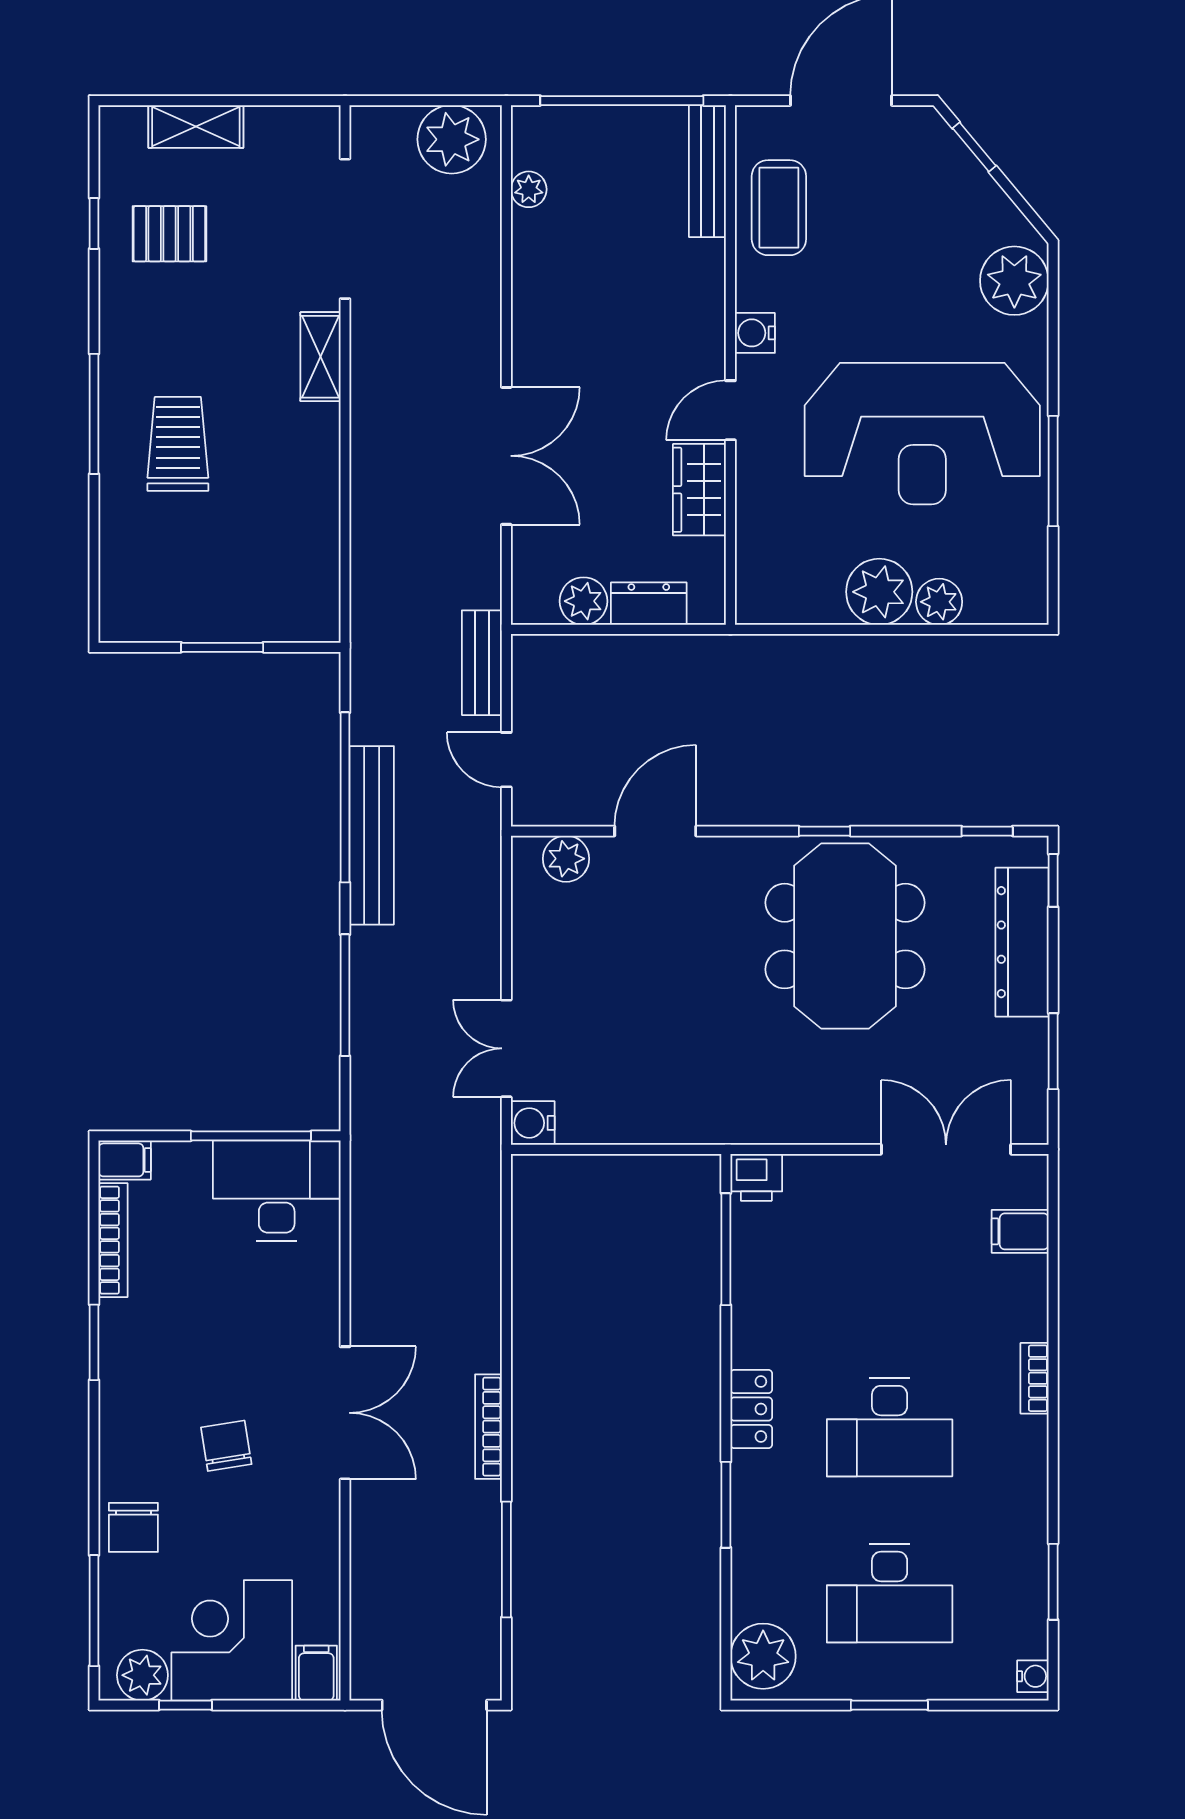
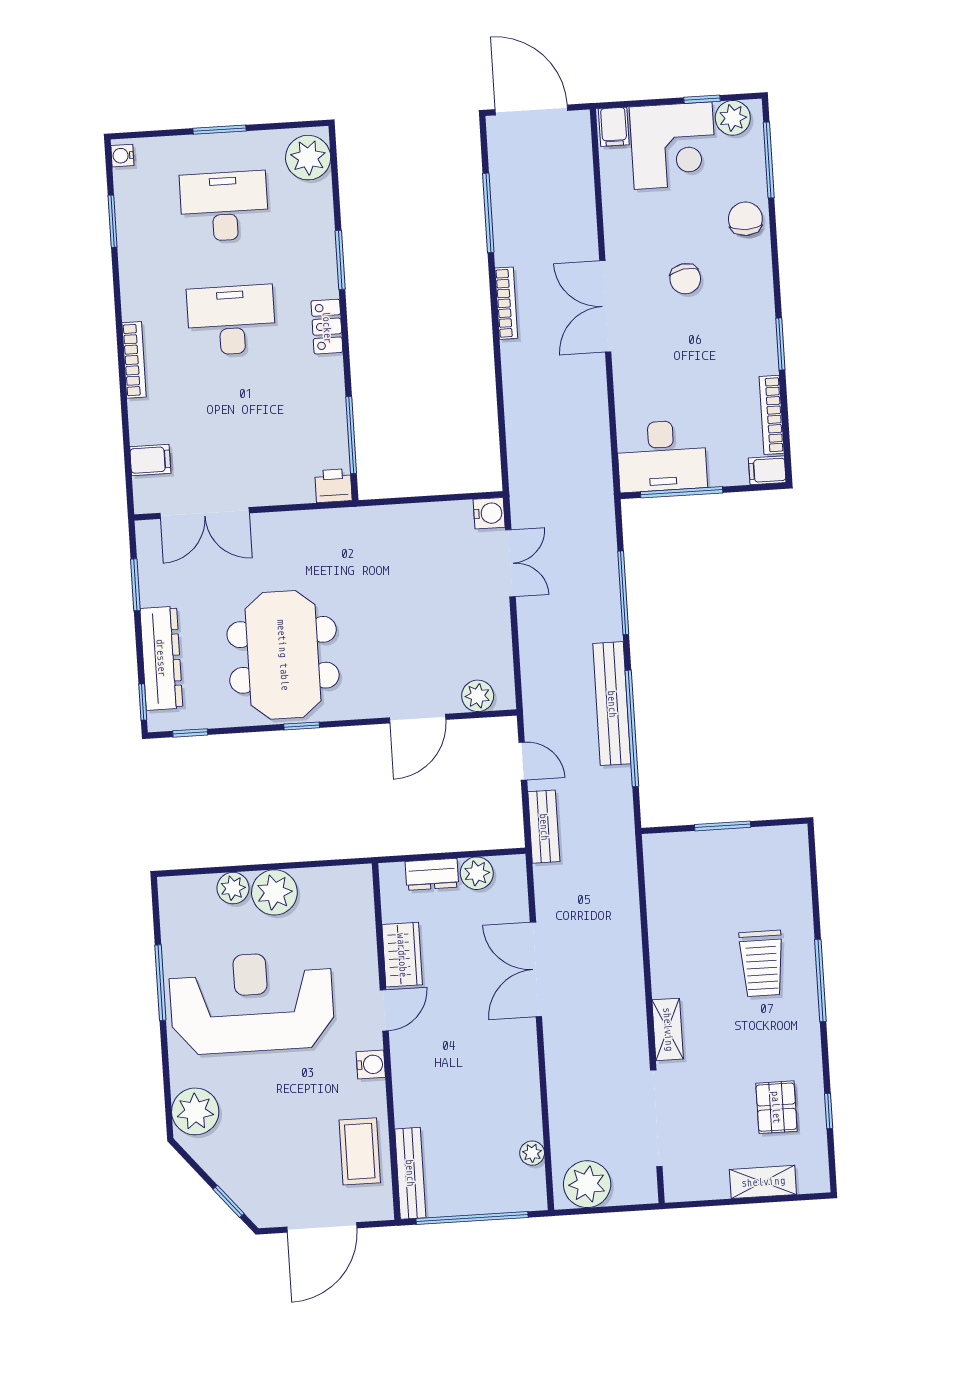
pallet: (169, 234) -> (776, 1107), turned 90
bookcase: (1035, 1378) -> (134, 360), width x1.56

